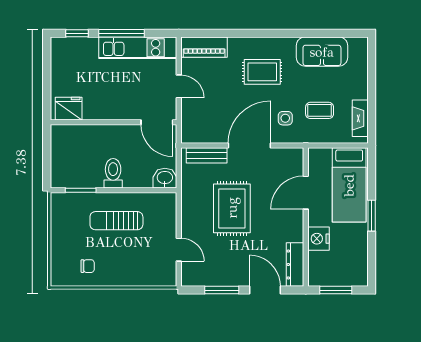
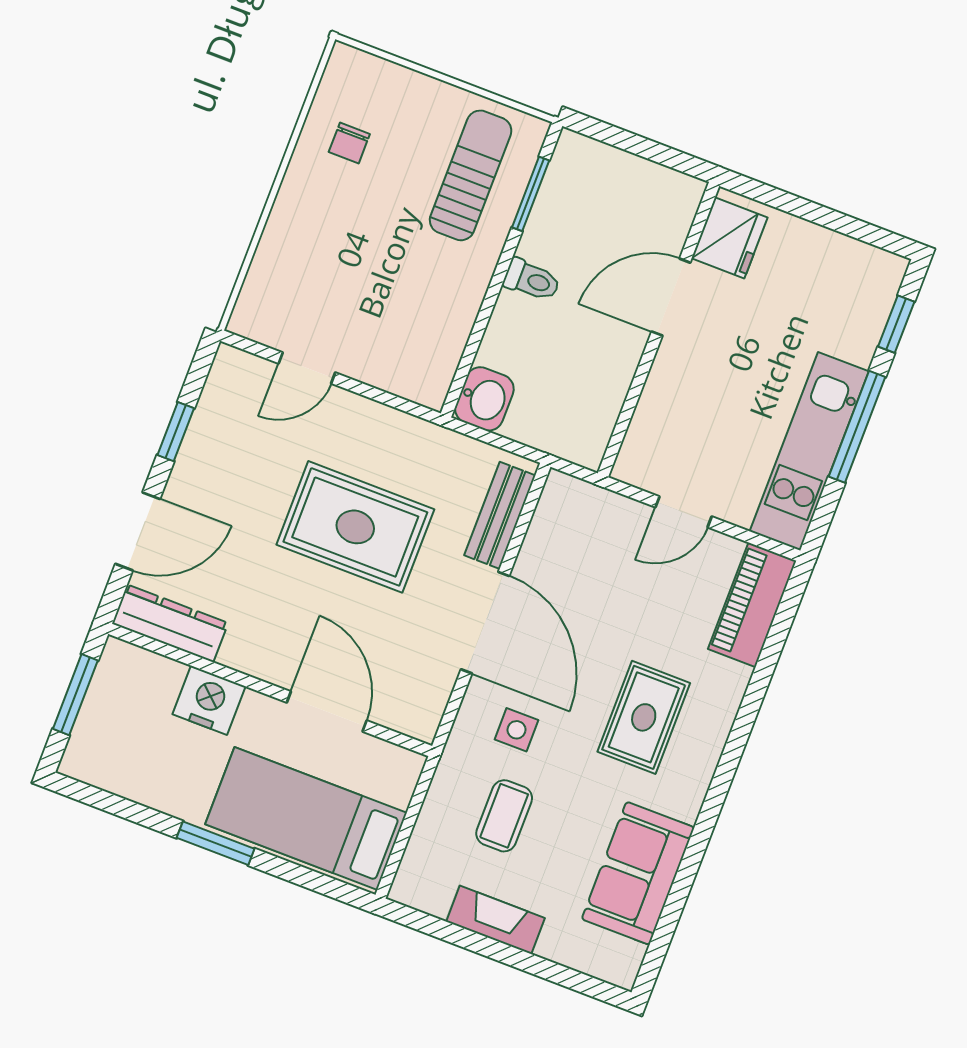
fireplace: (360, 118) -> (495, 920), moved
door: (157, 122) -> (671, 297), moved
toilet: (113, 173) -> (532, 280), width x0.73, depth x0.72
sun lounger: (116, 221) -> (471, 175), moved
window: (222, 290) -> (176, 432), width x0.67

